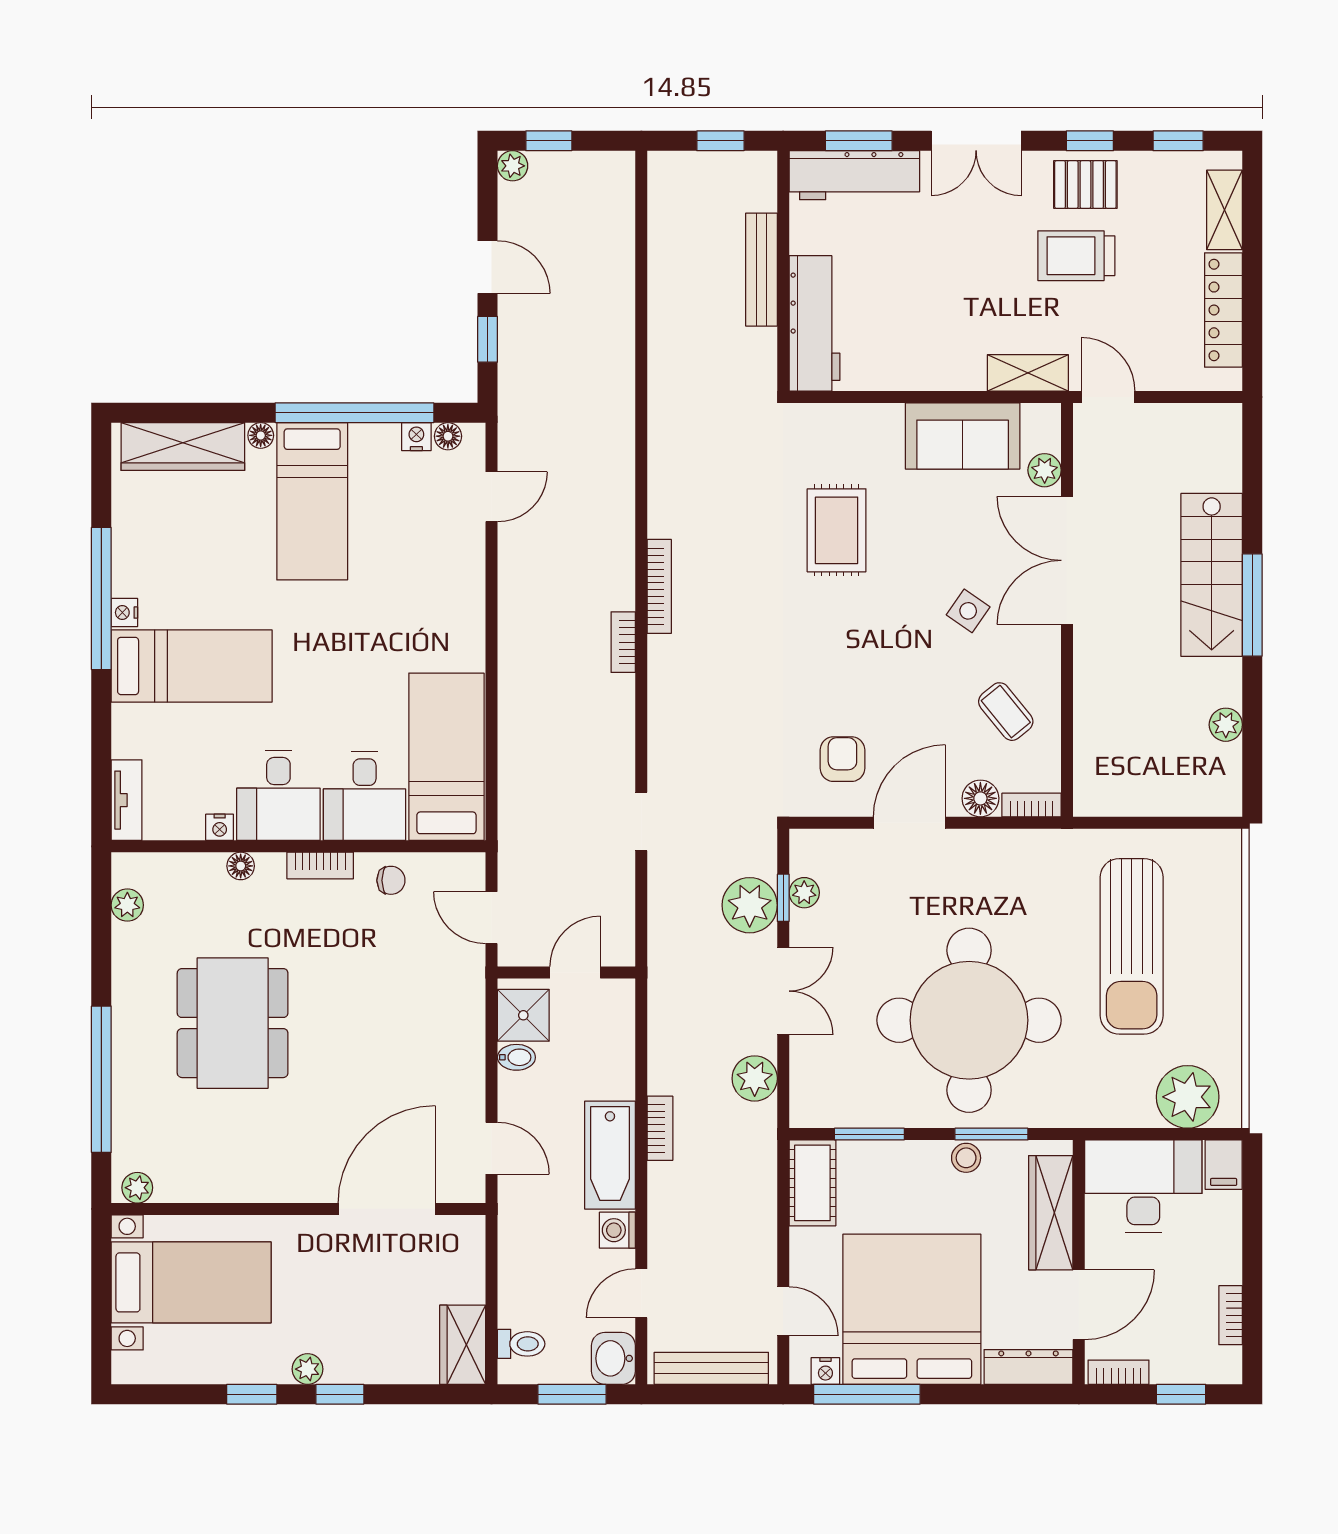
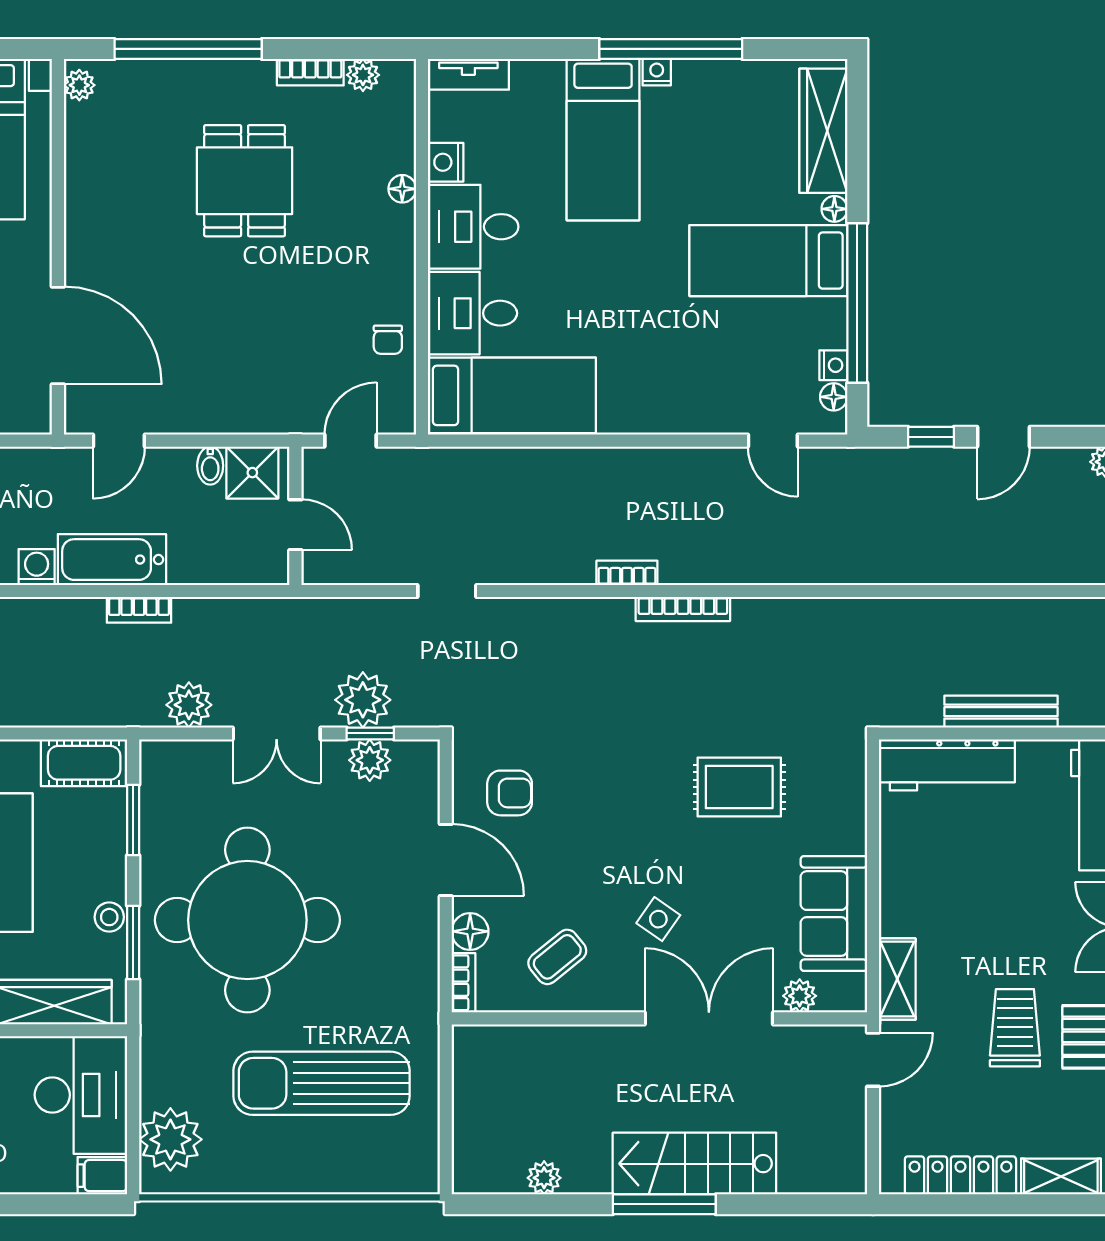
nightstand: (220, 827) -> (446, 162), width x1.39, depth x1.35
bookcase: (320, 866) -> (310, 72), moved, turned -90
plant: (804, 893) -> (370, 760), width x1.38, depth x1.38
dining table: (233, 1023) -> (245, 181), width x0.73

